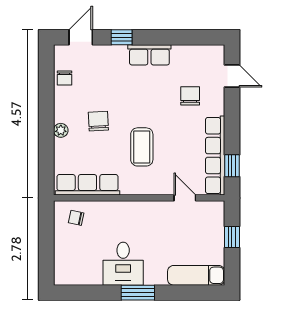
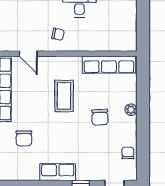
chair: (76, 218) -> (58, 34), moved

